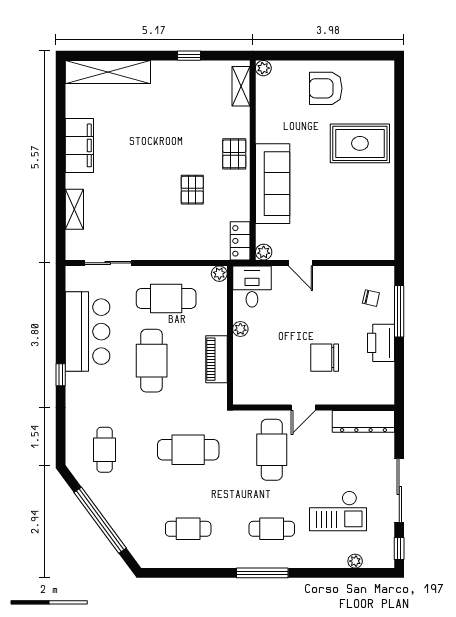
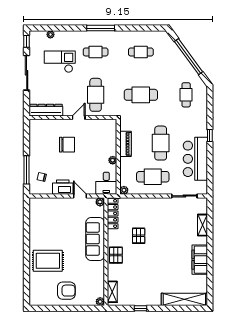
locker: (240, 241) -> (113, 213), width x1.53
printer: (381, 343) -> (63, 187), moved, turned -90

